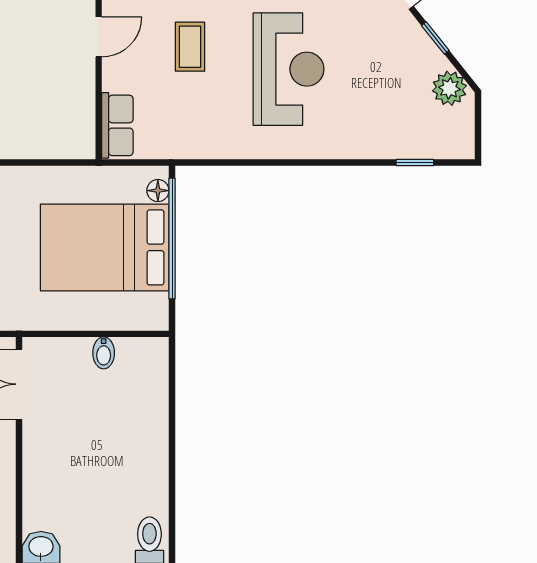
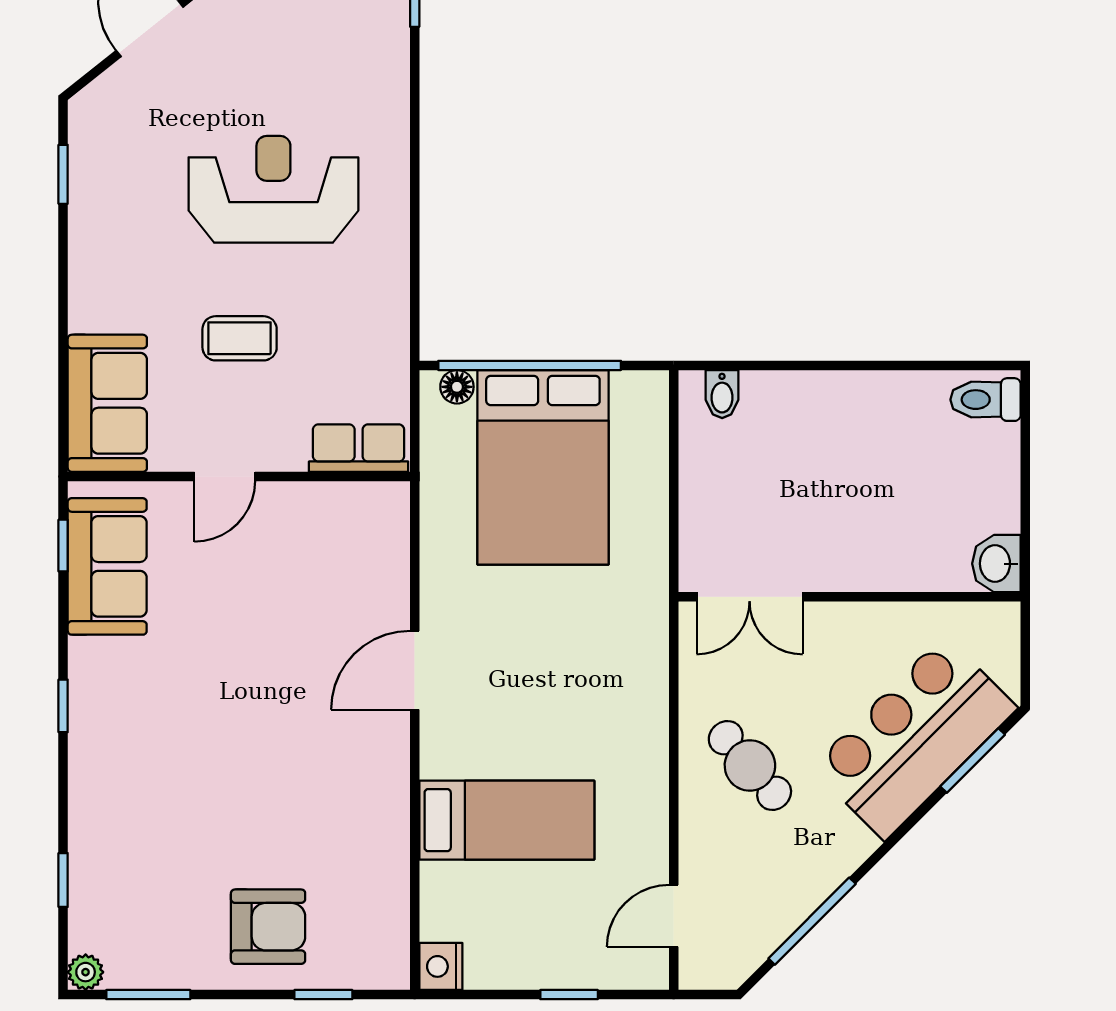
door: (99, 37) -> (225, 476), swing flipped
bidet: (104, 353) -> (722, 394), moved, turned 90

